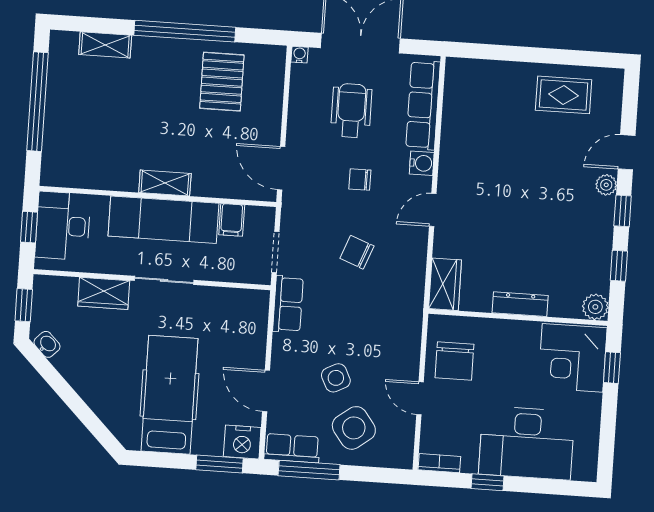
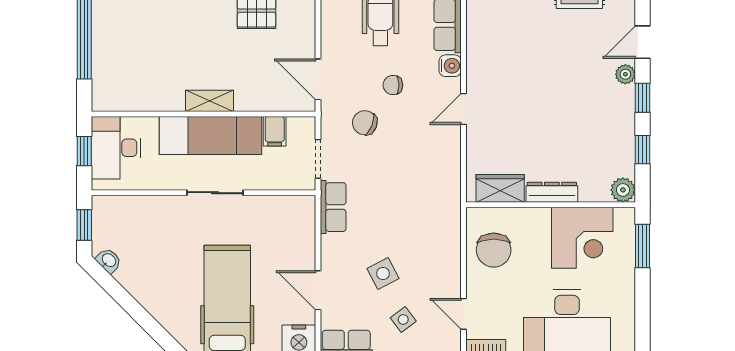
chair: (357, 252) -> (365, 123), moved
wardrobe: (445, 284) -> (500, 188), moved, turned -90
wardrobe: (104, 293) -> (159, 209), removed
corner desk: (572, 358) -> (582, 238), moved, turned -90
window: (612, 368) -> (642, 246), width x1.50
door: (420, 398) -> (464, 314), moved
side table: (354, 428) -> (403, 319), width x0.54, depth x0.54

